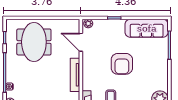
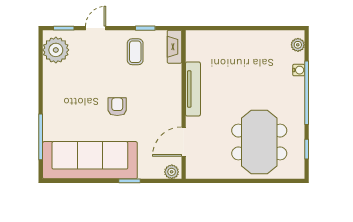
sofa: (147, 28) -> (90, 160), width x1.36, depth x1.27
door: (81, 42) -> (184, 142), swing flipped
armchair: (122, 64) -> (117, 107), width x0.53, depth x0.53

